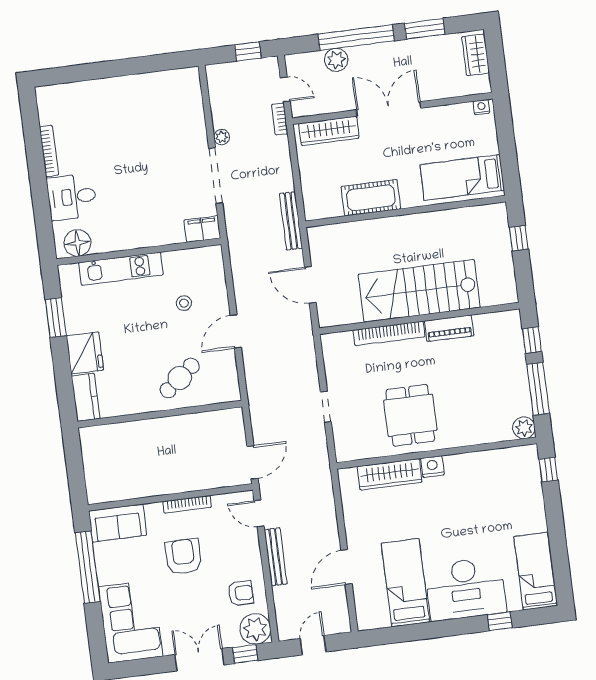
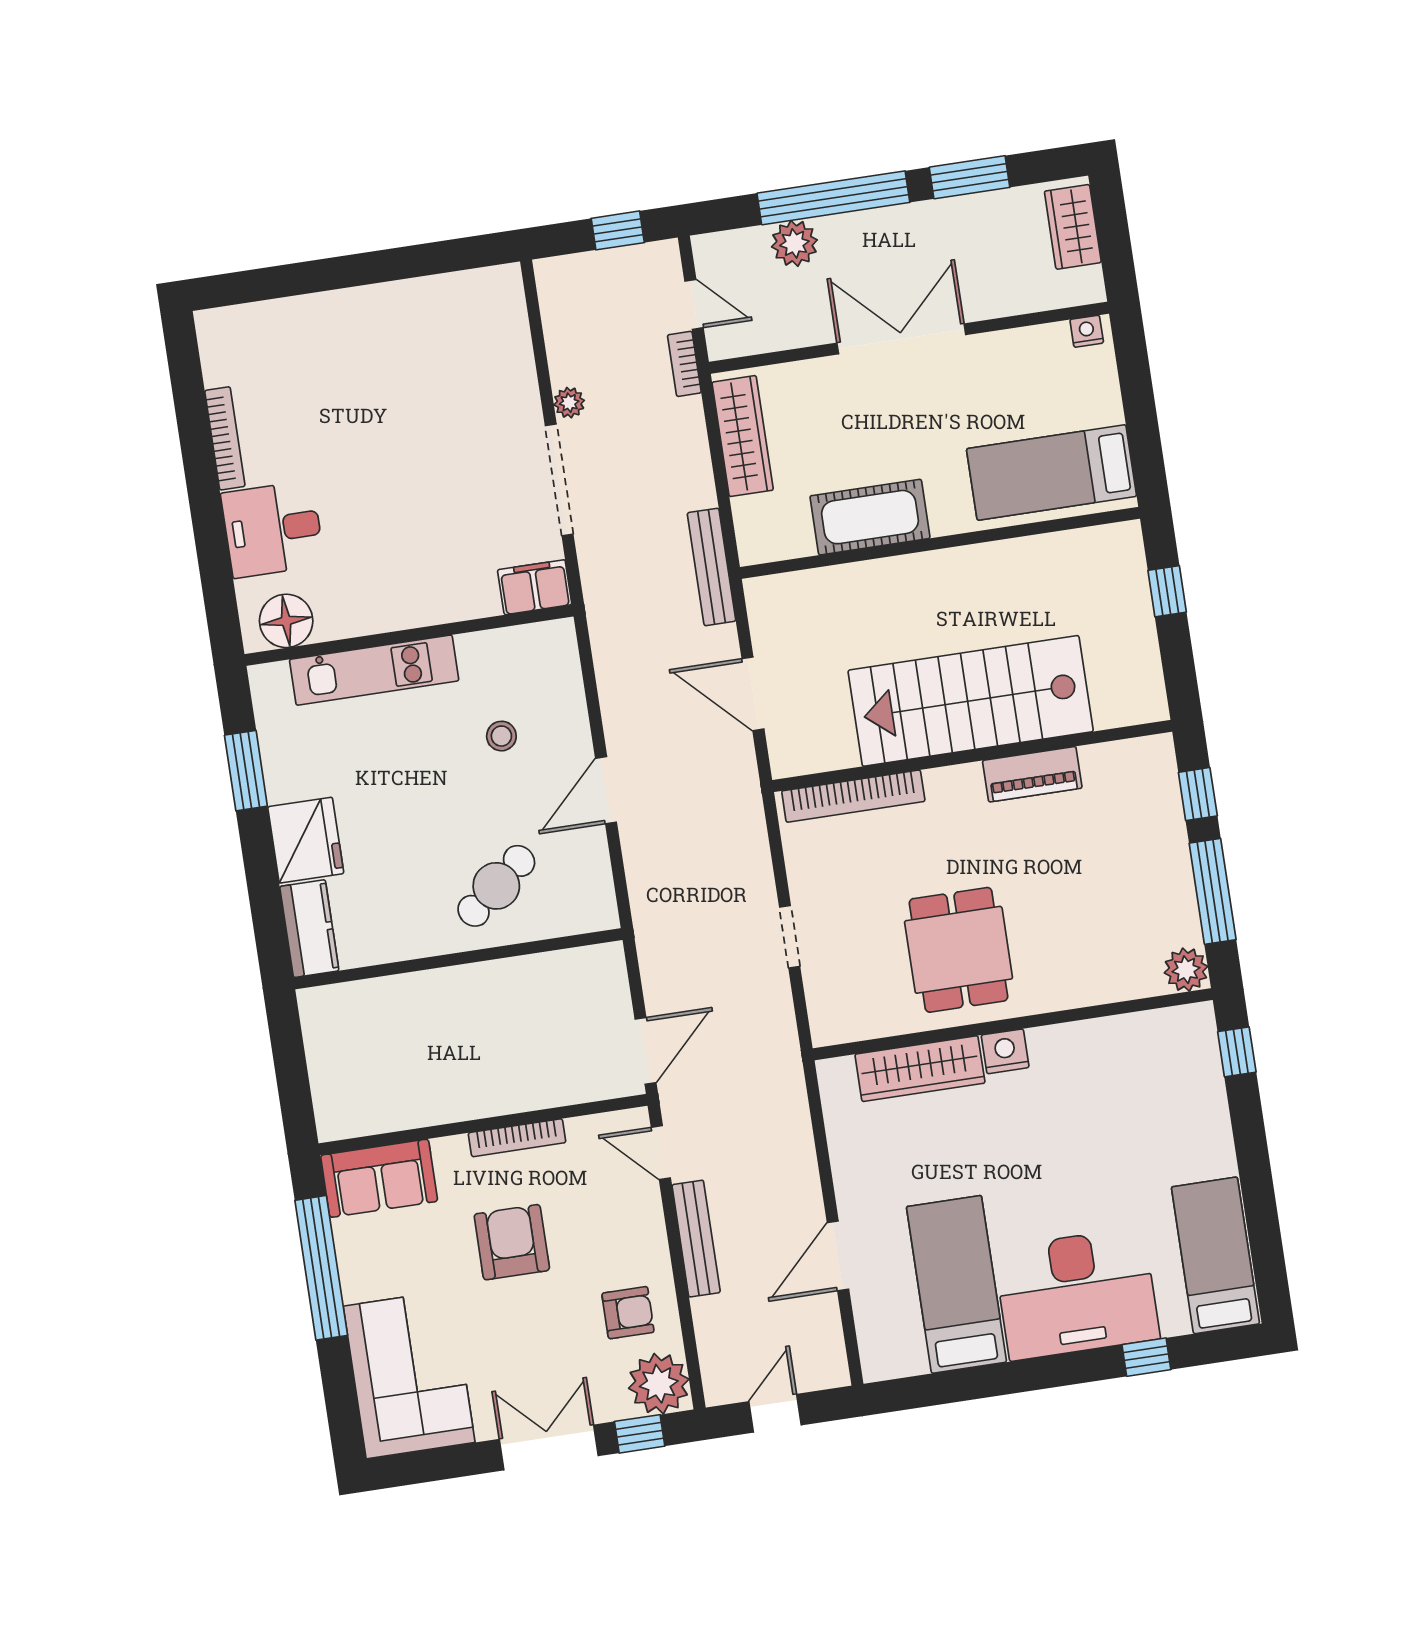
wardrobe: (329, 131) -> (743, 436), moved, turned -90
bookcase: (389, 333) -> (853, 796), moved

